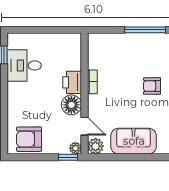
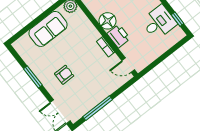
door: (84, 126) -> (128, 65), moved

